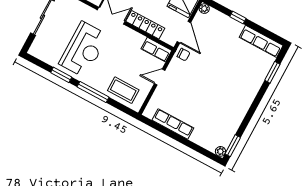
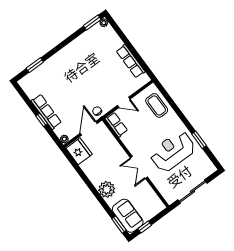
locker: (145, 25) -> (116, 148), removed
row of seats: (261, 41) -> (46, 112), moved
window: (93, 92) -> (181, 115), removed

